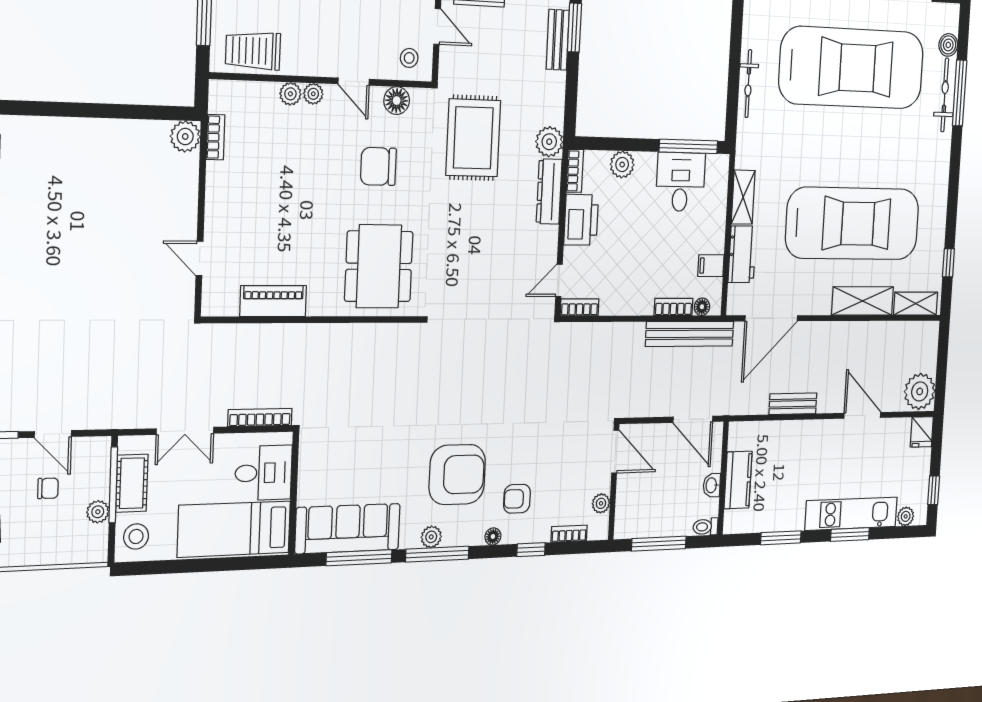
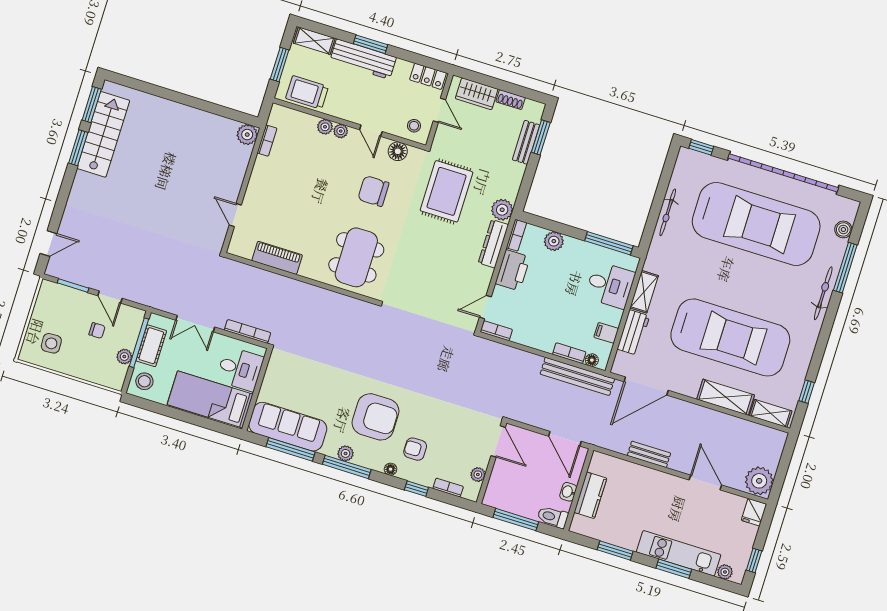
bicycle: (945, 95) -> (823, 293), moved
desk: (680, 182) -> (610, 285), moved, turned 90
toilet: (705, 527) -> (553, 517), width x1.37, depth x1.39

